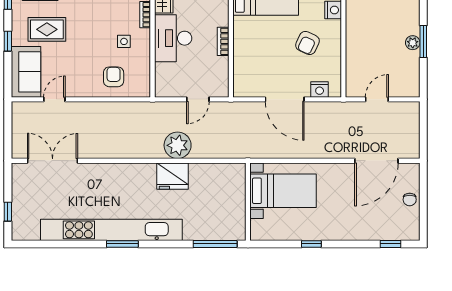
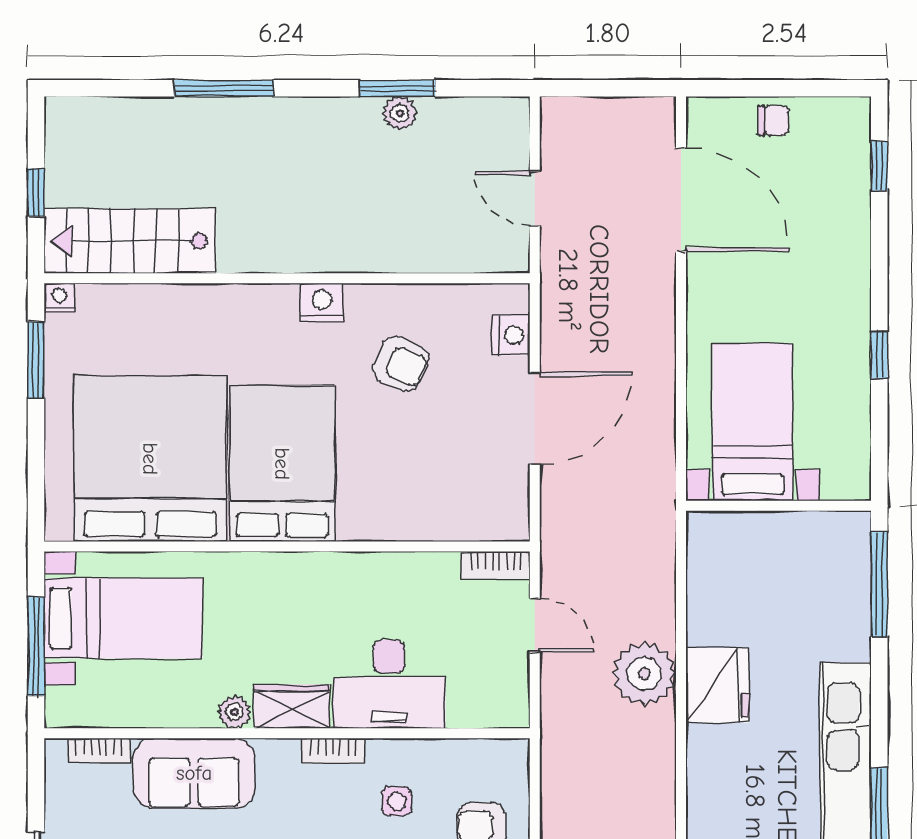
bookcase: (223, 41) -> (496, 565), moved

